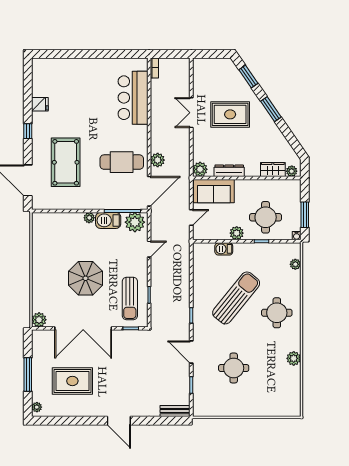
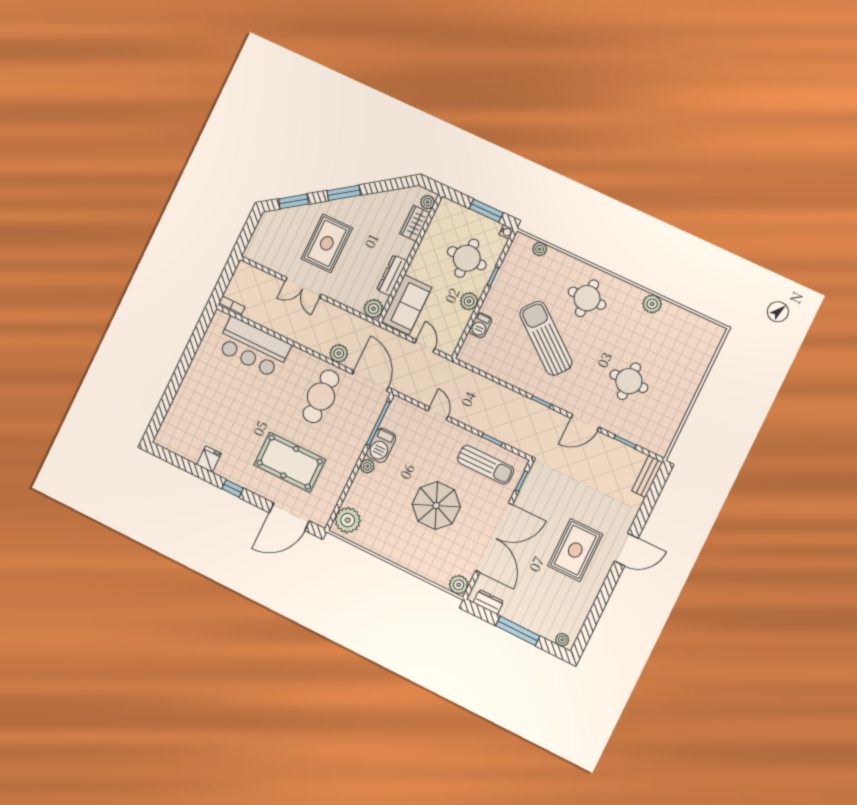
plant: (135, 222) -> (348, 520), moved
dresser: (37, 345) -> (488, 602), added
rug: (72, 381) -> (575, 550), moved

